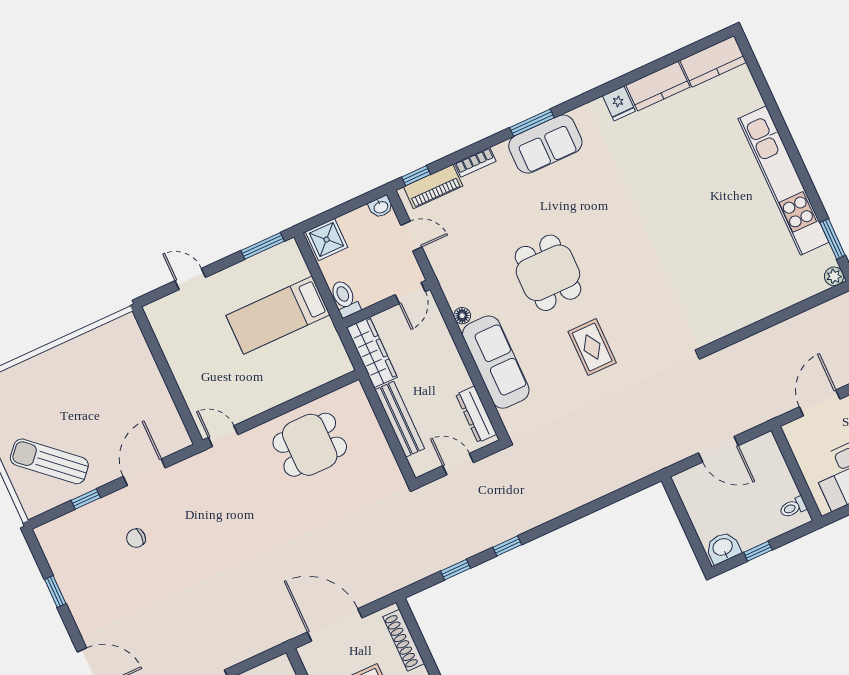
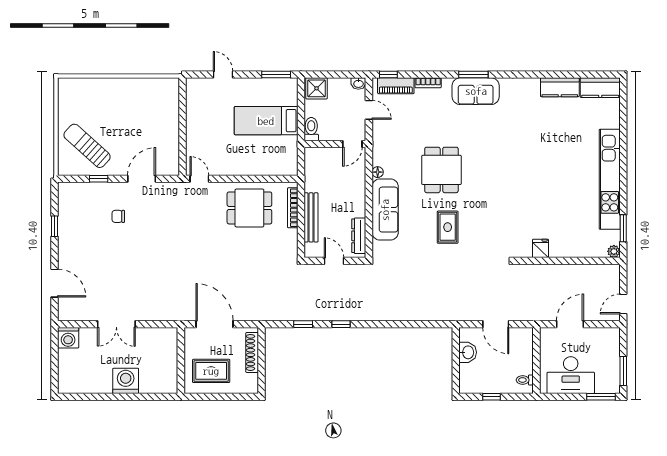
fridge: (619, 103) -> (540, 248), moved, turned 180
wardrobe: (372, 352) -> (313, 169), removed
bookcase: (369, 417) -> (293, 208), added
washbasin: (723, 548) -> (468, 352), moved, turned 90

